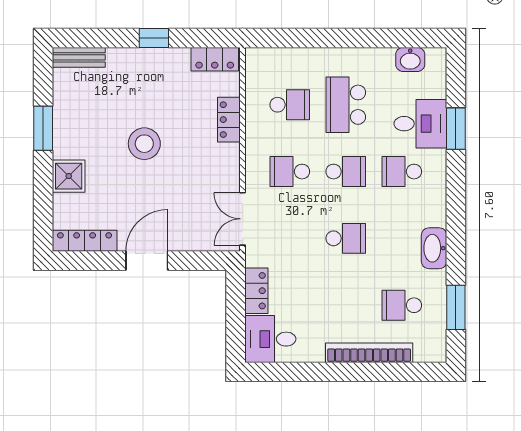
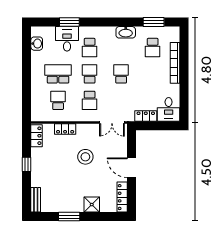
school desk: (346, 105) -> (58, 74), turned 180
stool: (144, 144) -> (85, 157), moved

